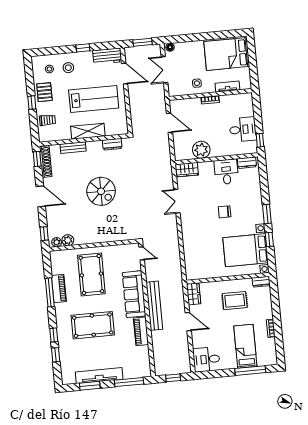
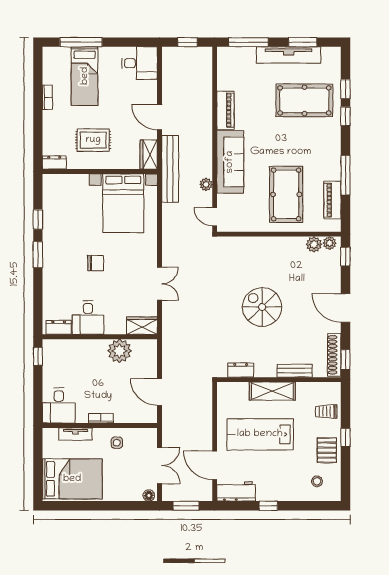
stool: (68, 68) -> (291, 481), removed
desk: (243, 129) -> (59, 406), moved, turned -90
bed with nightstands: (245, 250) -> (123, 203), moved, turned 90
plant: (150, 276) -> (206, 184), added
piano: (59, 288) -> (332, 200), moved
bench: (154, 306) -> (170, 169), moved
pool table: (93, 325) -> (304, 100), moved

